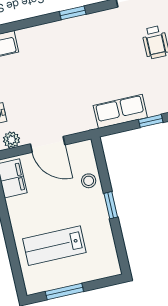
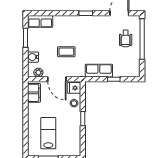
coffee table: (53, 91) -> (66, 52), added
fridge: (82, 153) -> (74, 88), added
lab bench: (54, 246) -> (48, 133), turned 90

